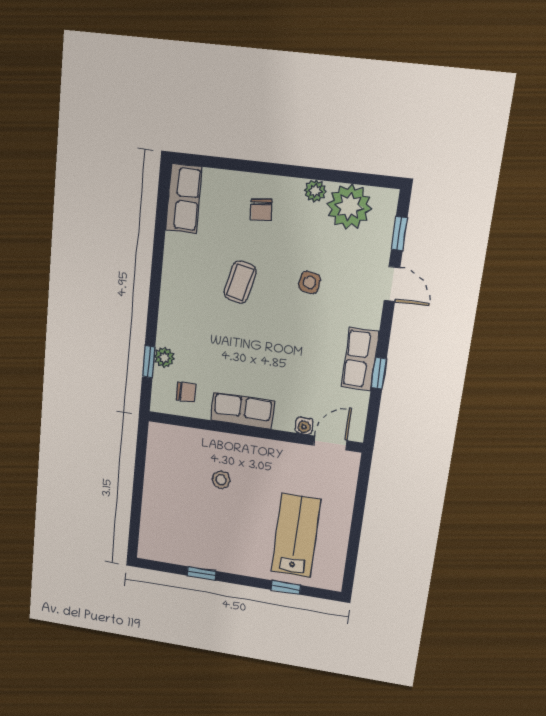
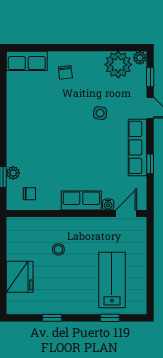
plant: (315, 191) -> (140, 58), moved
row of seats: (183, 199) -> (27, 61), moved, turned 90
coffee table: (240, 282) -> (57, 118), removed
row of seats: (360, 359) -> (138, 147), width x1.48
row of seats: (243, 411) -> (81, 201), moved
fridge: (160, 509) -> (20, 277), added

